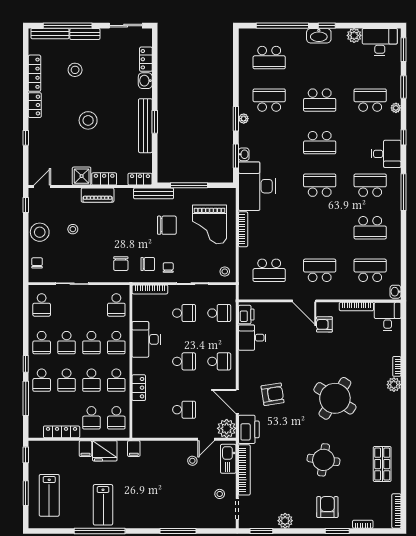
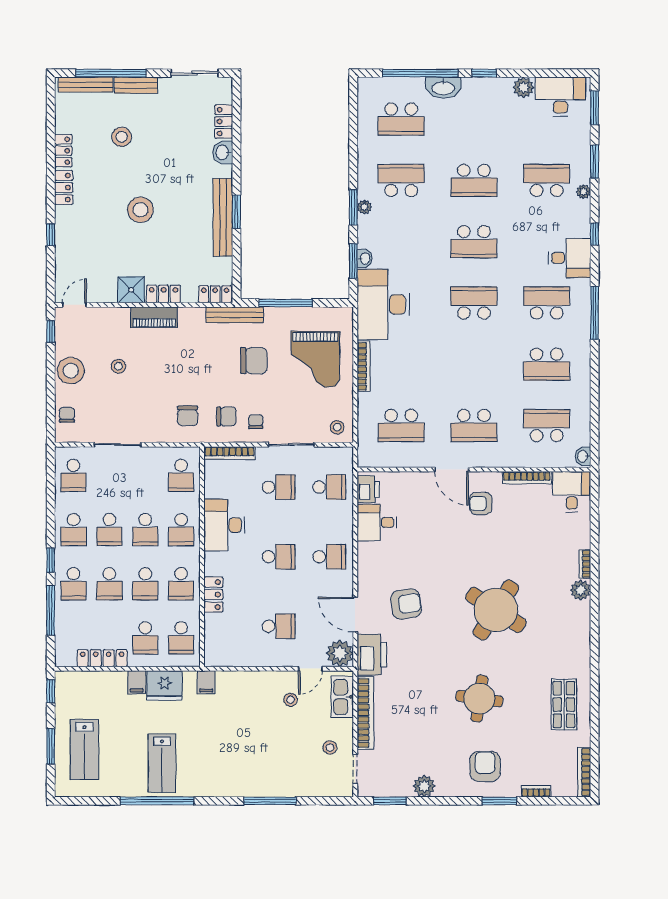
washbasin: (319, 36) -> (443, 88), moved
locker: (34, 73) -> (63, 151), width x0.66
school desk: (320, 270) -> (474, 426), turned 180

